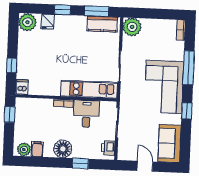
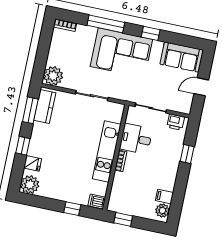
kitchen unit: (89, 89) -> (107, 151), moved
floor lamp: (63, 149) -> (169, 170), removed

